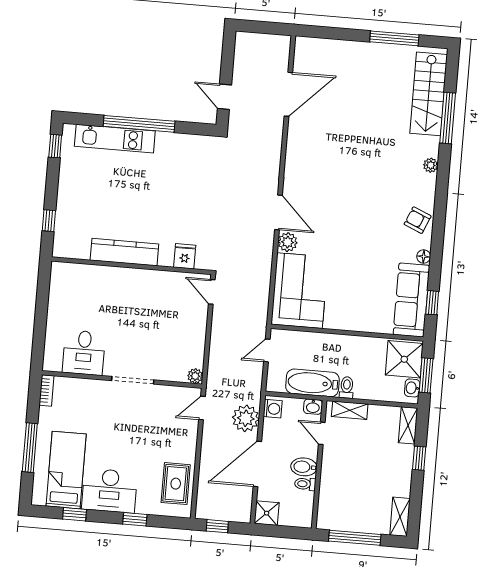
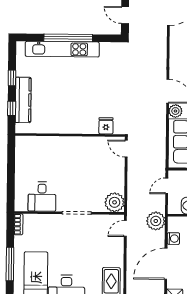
kitchen unit: (115, 139) -> (62, 49), width x1.36
window: (55, 146) -> (12, 78), moved
kitchen counter: (124, 252) -> (23, 100), moved, turned 90
plant: (195, 376) -> (115, 202), width x1.88, depth x1.88
washing machine: (273, 409) -> (173, 239), moved
plant: (246, 418) -> (156, 221), moved

